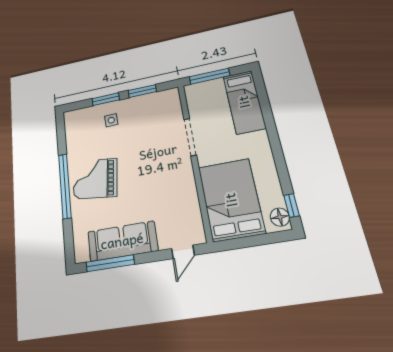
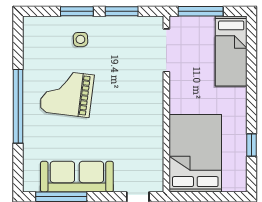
doorway: (190, 137) -> (166, 50), moved
grand piano: (95, 179) -> (67, 93), moved
window: (291, 205) -> (252, 145), moved
floor lamp: (280, 217) -> (238, 178), removed

